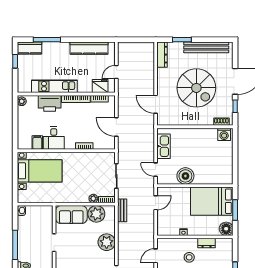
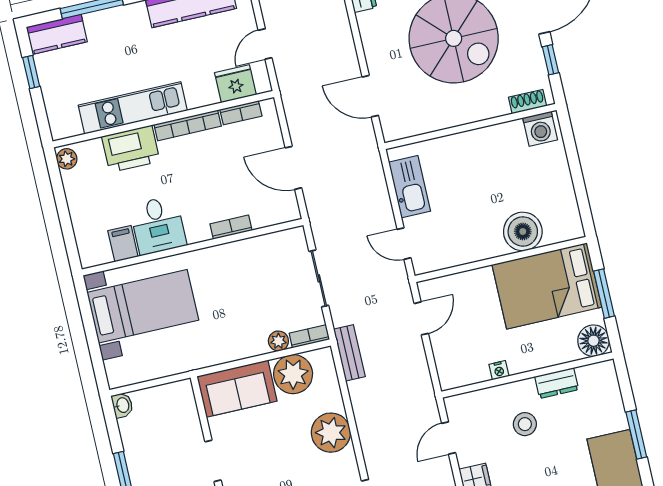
boiler: (185, 176) -> (523, 231), moved

